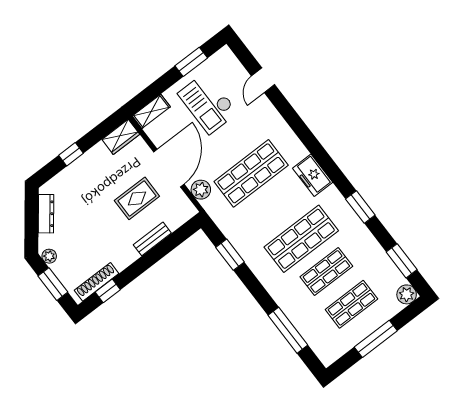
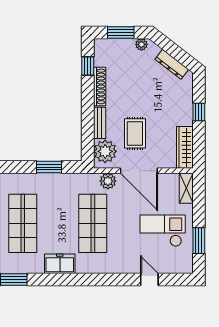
wardrobe: (121, 137) -> (185, 147), width x1.50
plant: (175, 213) -> (105, 151), added
shoe rack: (97, 282) -> (100, 86), moved

